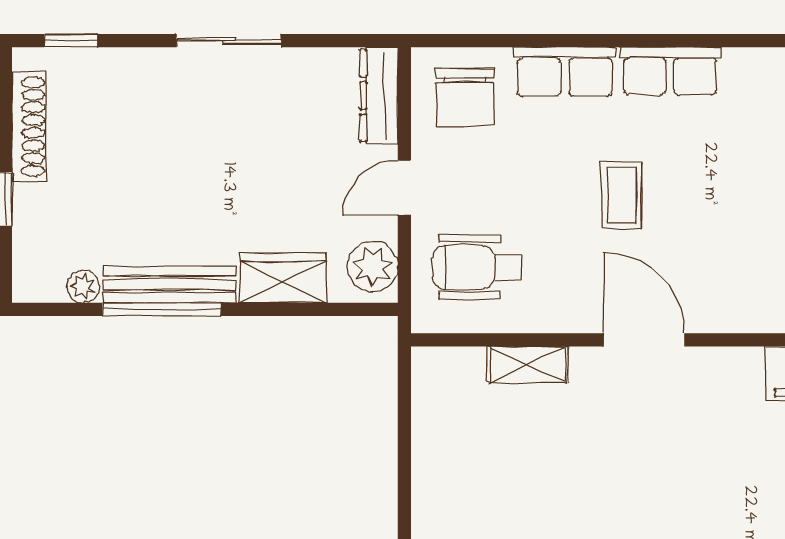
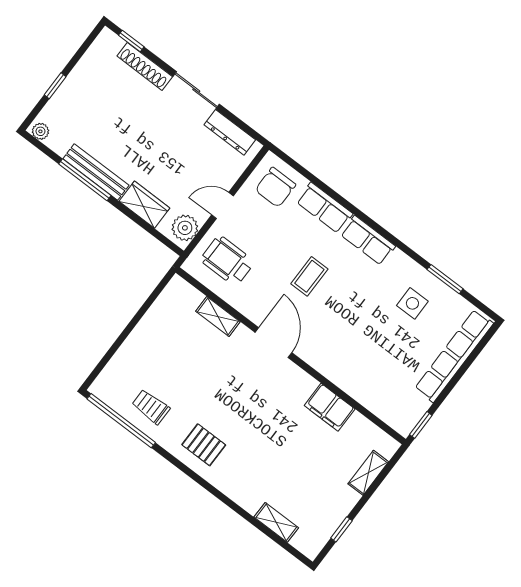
dresser: (379, 96) -> (230, 132), moved, turned -90
shoe rack: (29, 127) -> (145, 66), moved, turned 90
plant: (83, 287) -> (40, 131), moved

